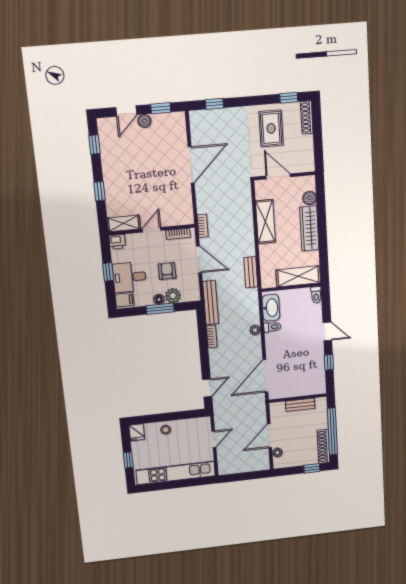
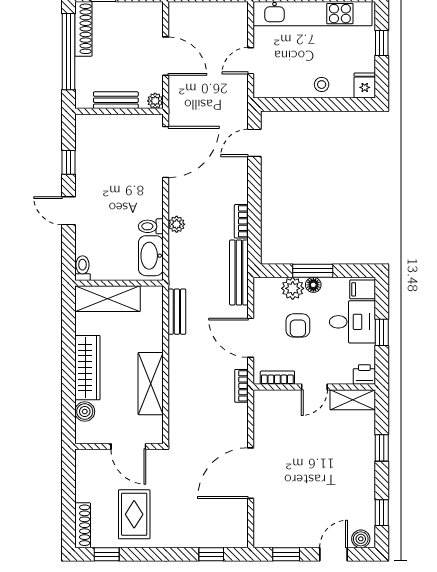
boiler: (144, 121) -> (361, 539), moved
door: (269, 436) -> (166, 56), hinge flipped
plant: (277, 453) -> (155, 101), moved

